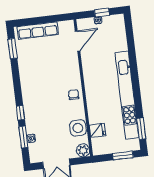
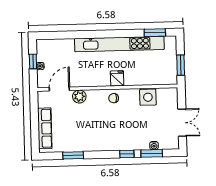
door: (77, 41) -> (59, 89), hinge flipped
window: (13, 49) -> (73, 155), moved
fridge: (97, 130) -> (117, 78), moved
plant: (83, 150) -> (79, 97), moved
window: (123, 156) -> (181, 65), moved

